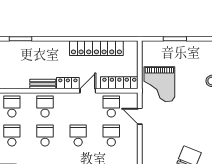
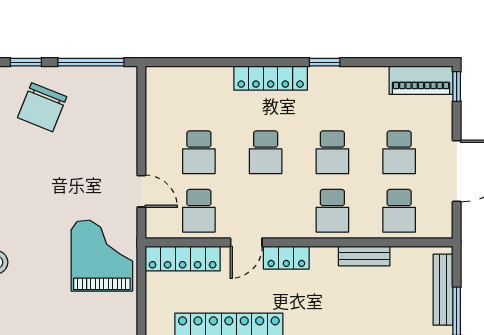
bench: (43, 84) -> (364, 256), moved

